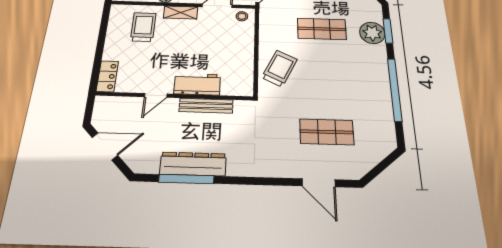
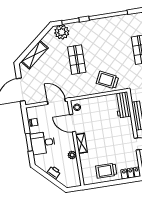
trolley: (143, 27) -> (106, 171), moved
plant: (372, 33) -> (62, 32), moved
workbench: (197, 84) -> (123, 105), moved

